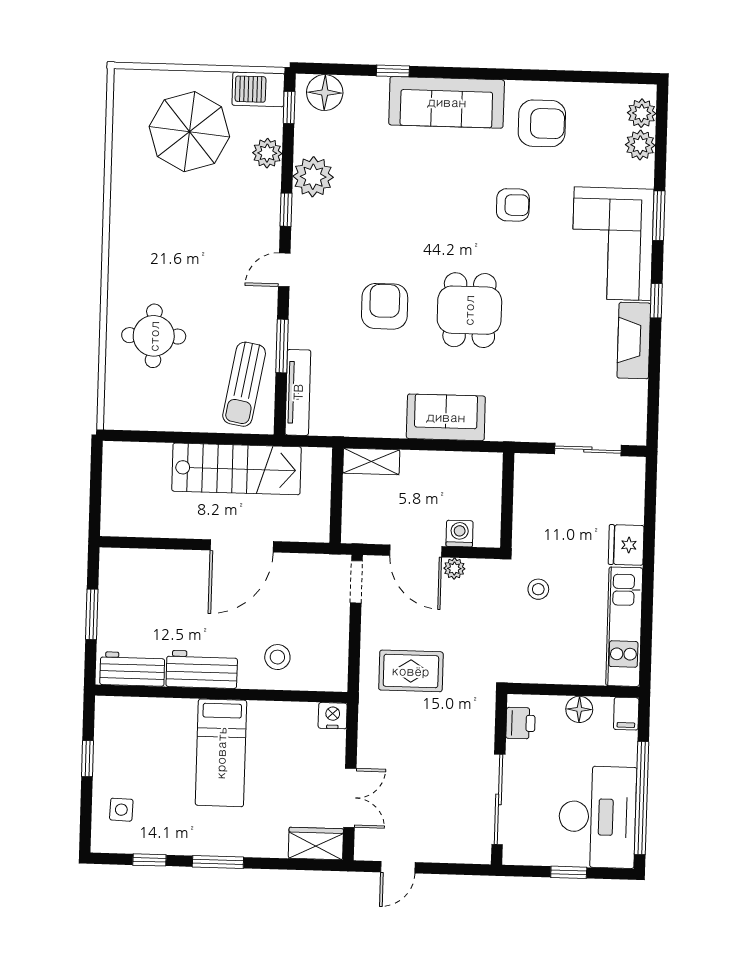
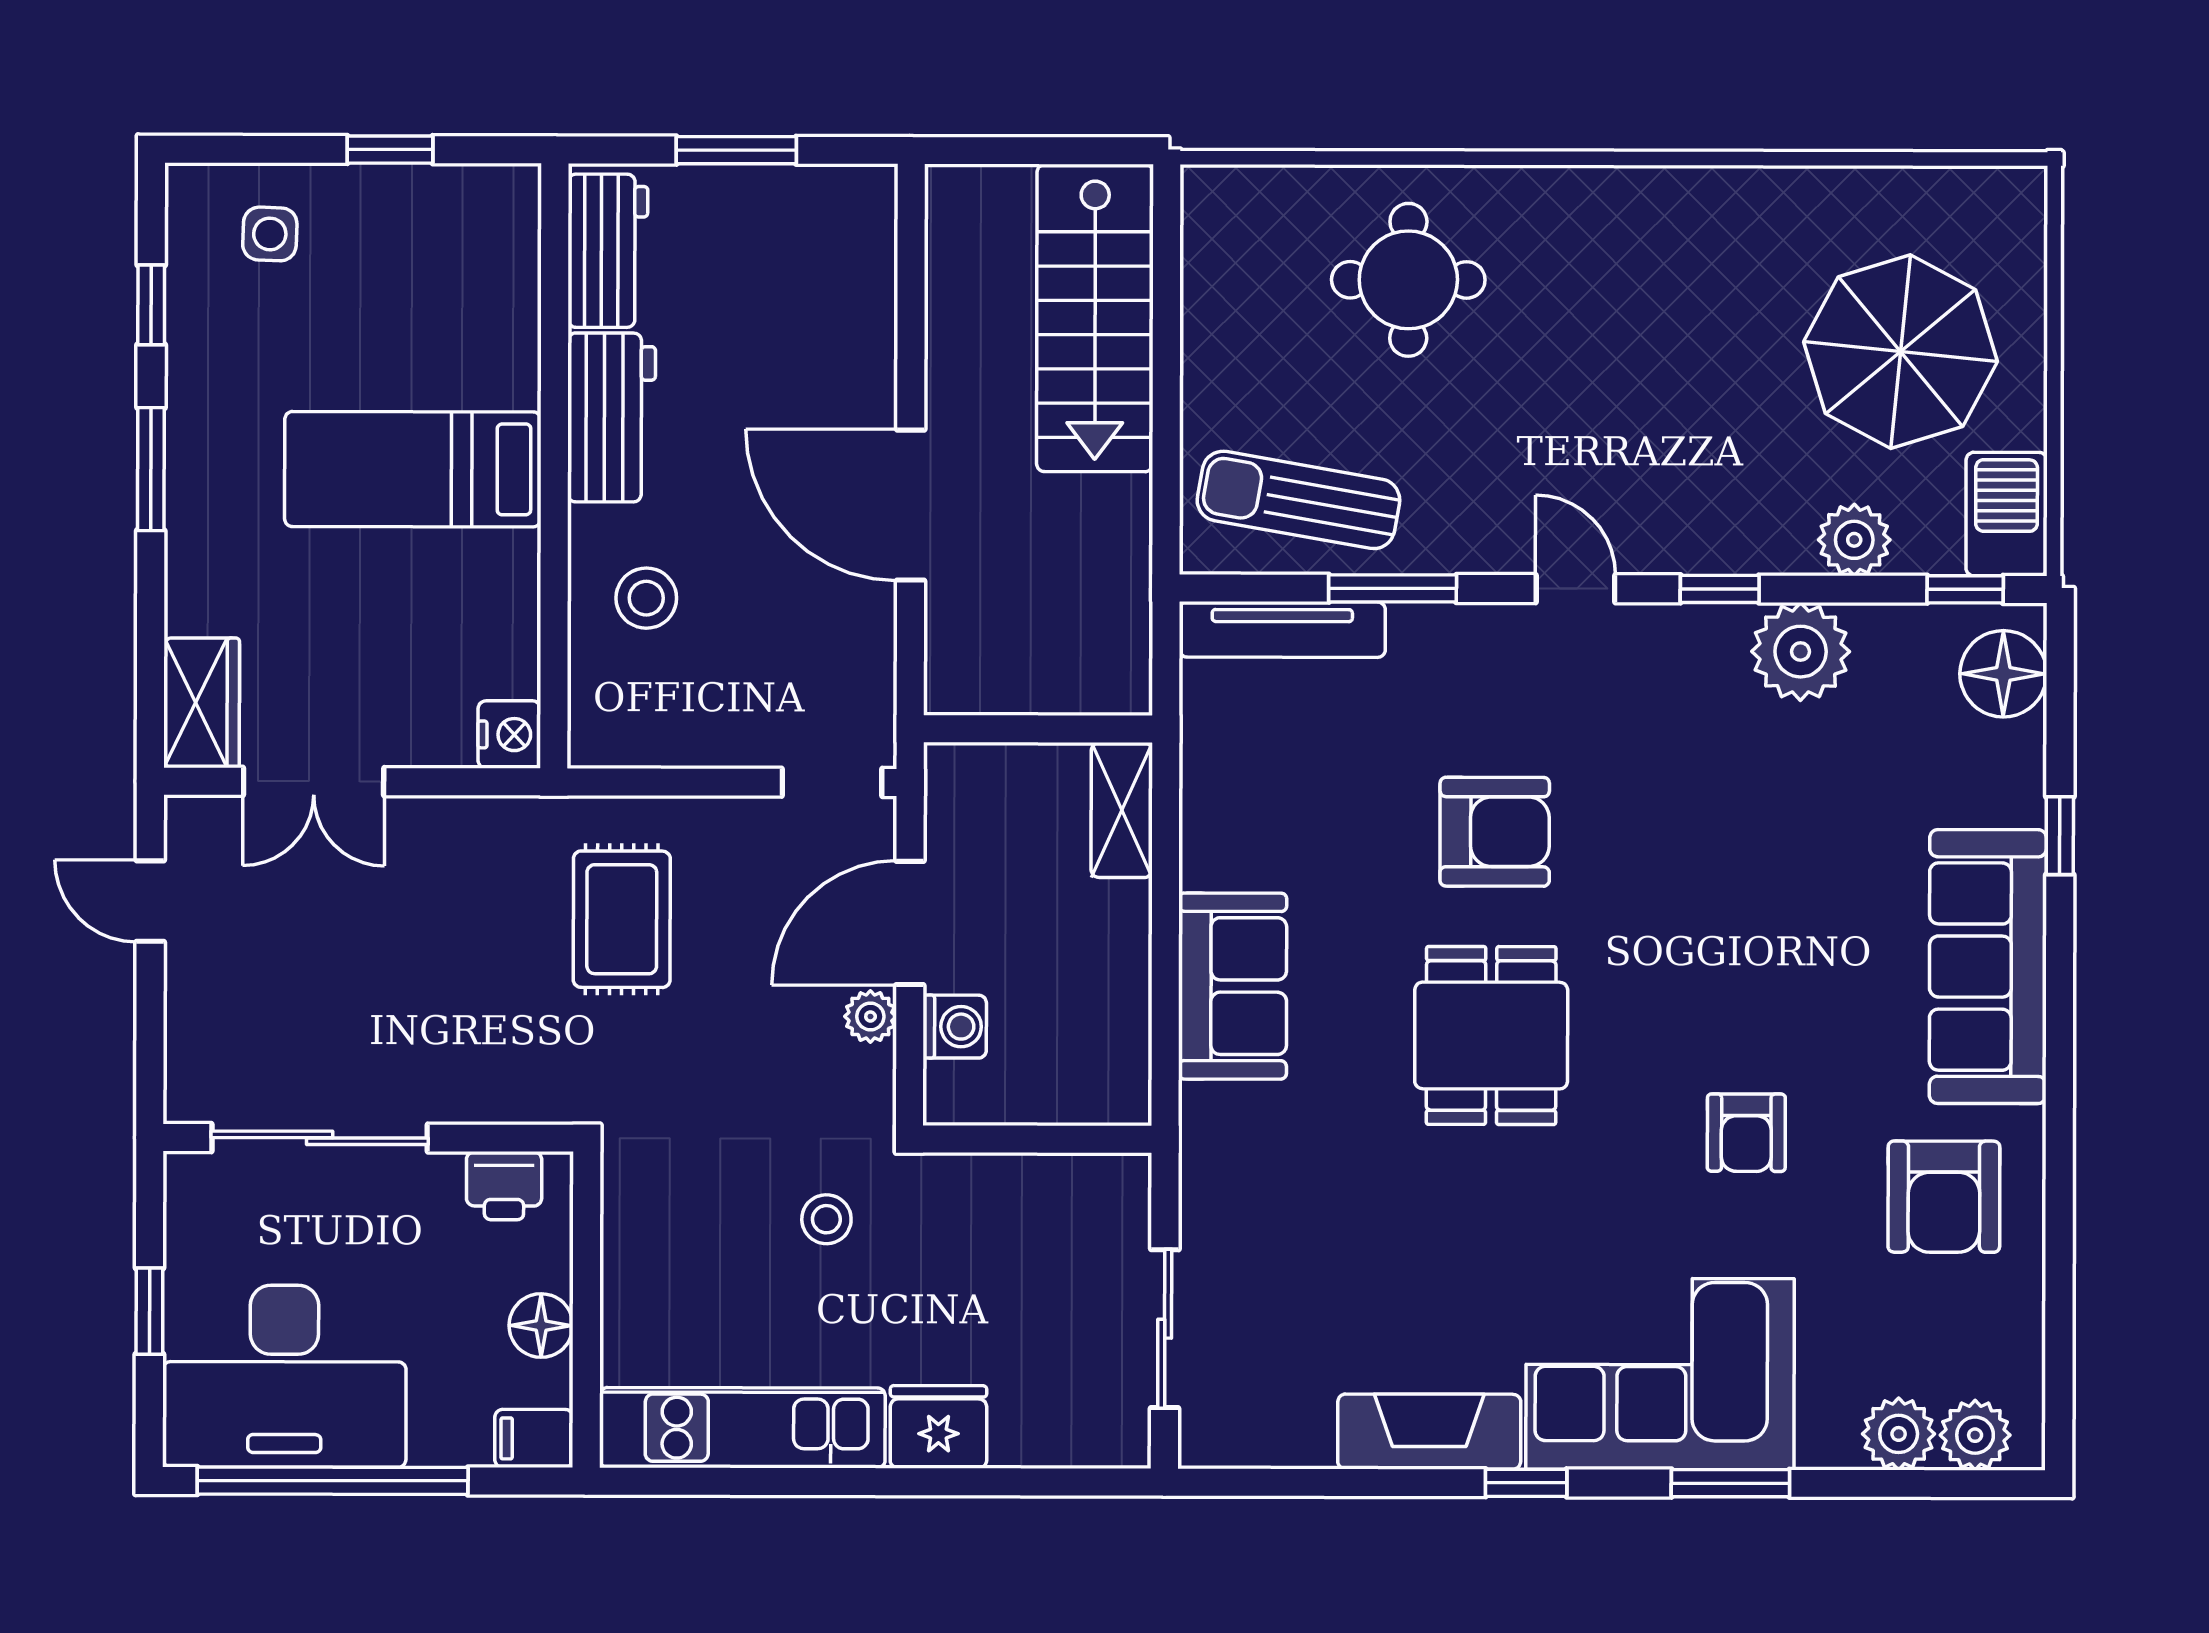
dining table: (469, 310) -> (1491, 1035), turned 90
stairs: (237, 469) -> (1095, 318), moved

